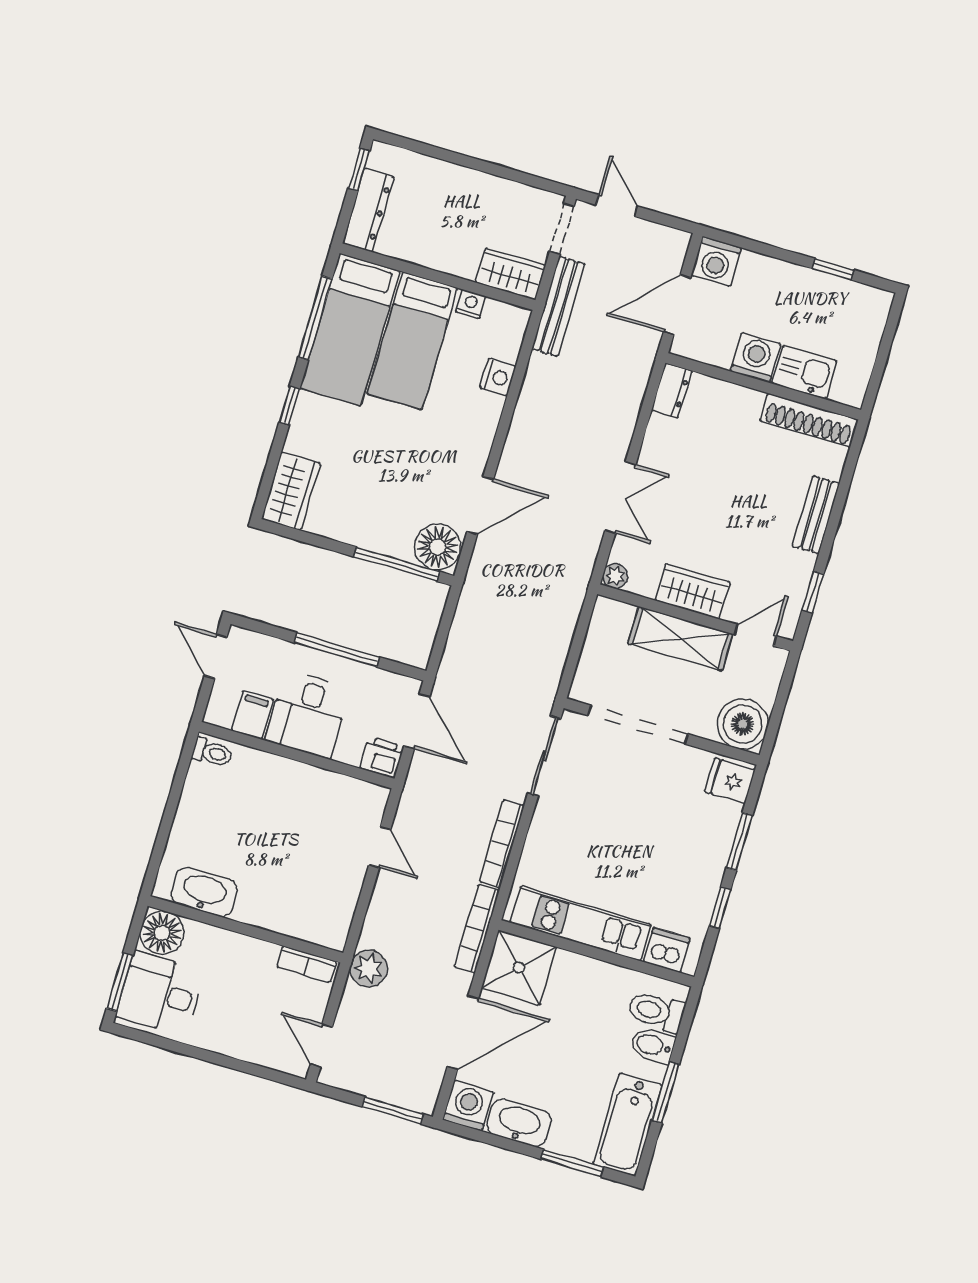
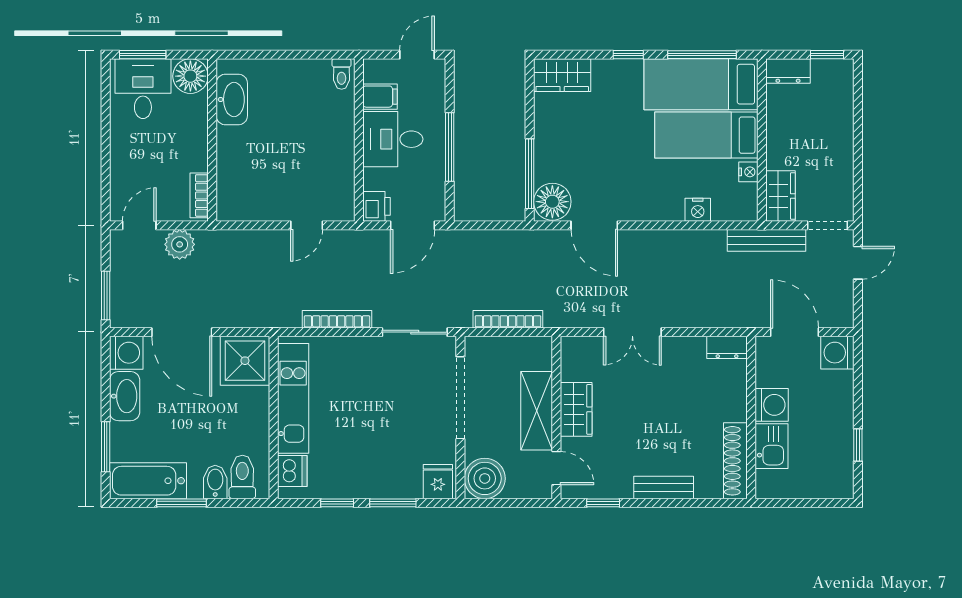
dresser: (368, 210) -> (788, 71), width x0.70
plant: (615, 576) -> (570, 346), removed
bookcase: (477, 929) -> (508, 319), moved
plant: (369, 969) -> (180, 244), moved

